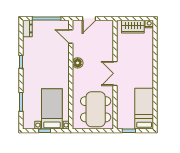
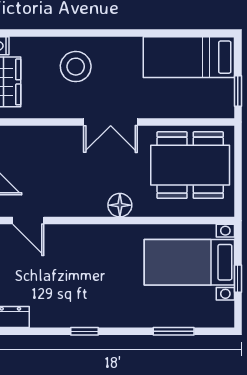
door: (71, 36) -> (28, 221), hinge flipped
stool: (140, 58) -> (76, 67), added
floor lamp: (78, 63) -> (120, 205), moved

